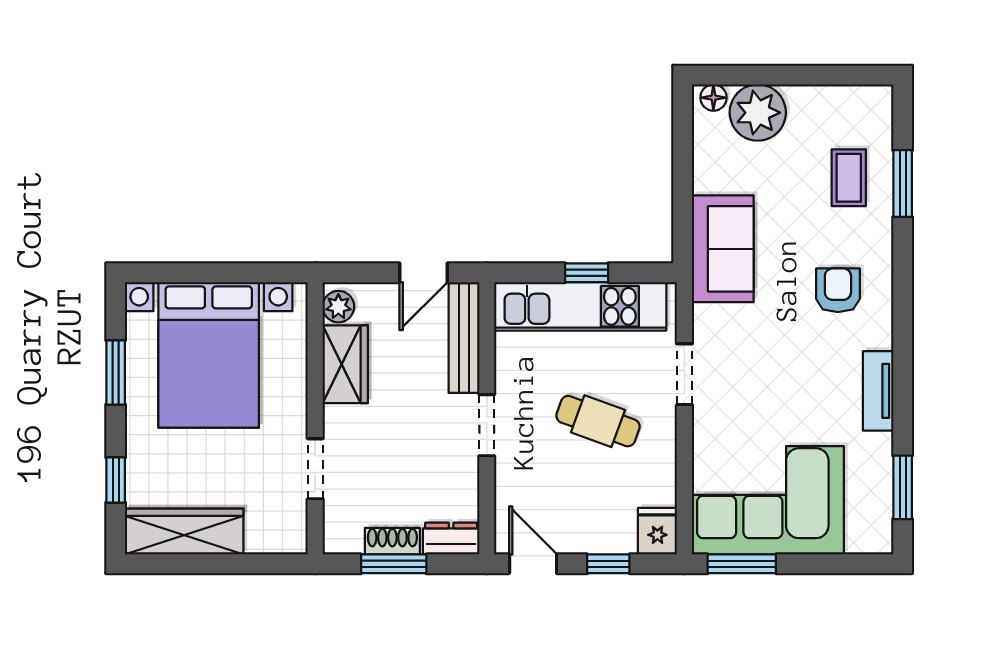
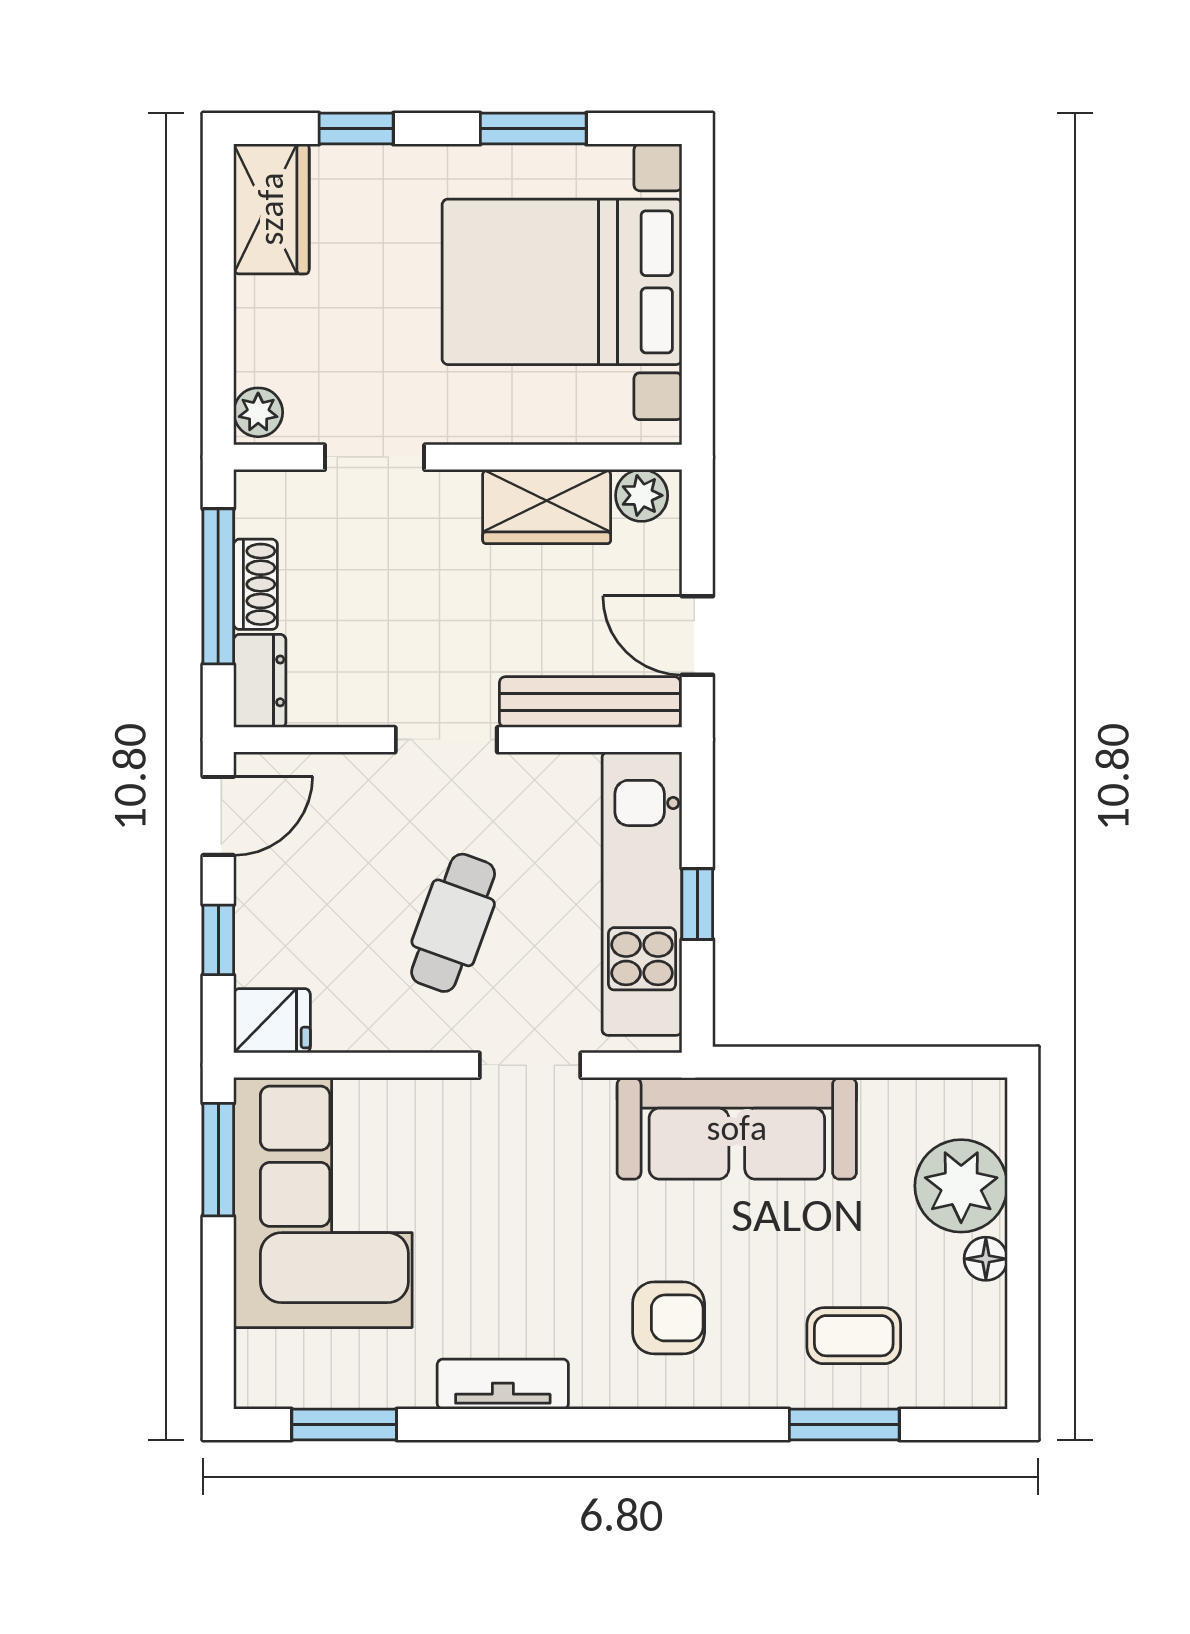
floor lamp: (713, 98) -> (986, 1259), moved
sofa: (723, 249) -> (737, 1128), width x1.36
wardrobe: (184, 531) -> (271, 209), width x0.67
plant: (288, 540) -> (258, 412), added
window: (394, 564) -> (218, 586), width x1.44

